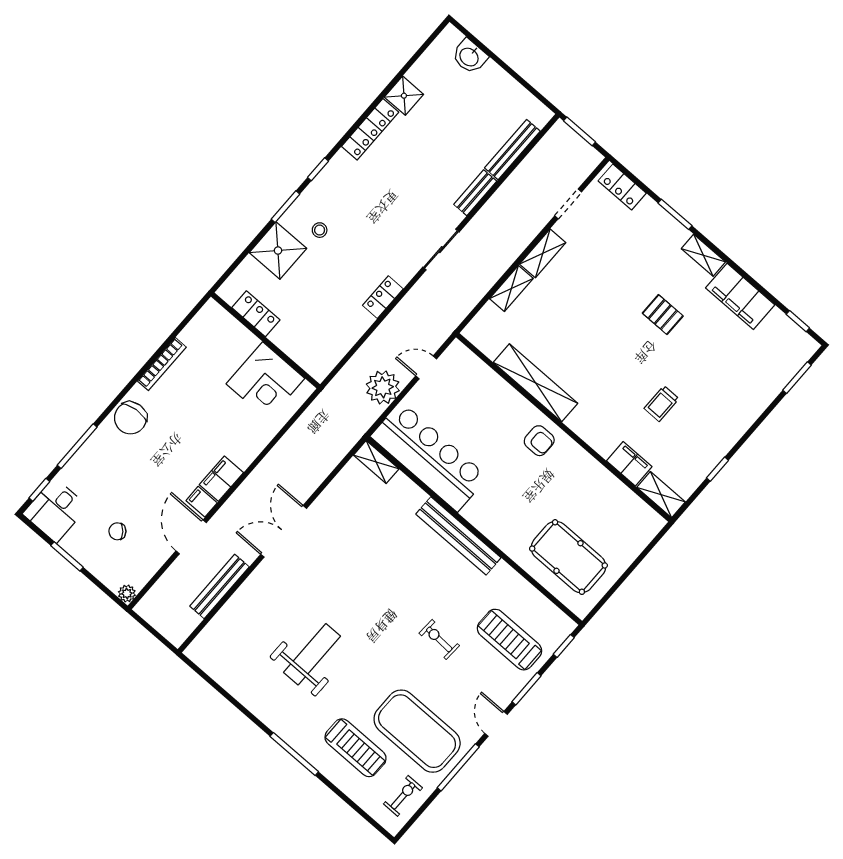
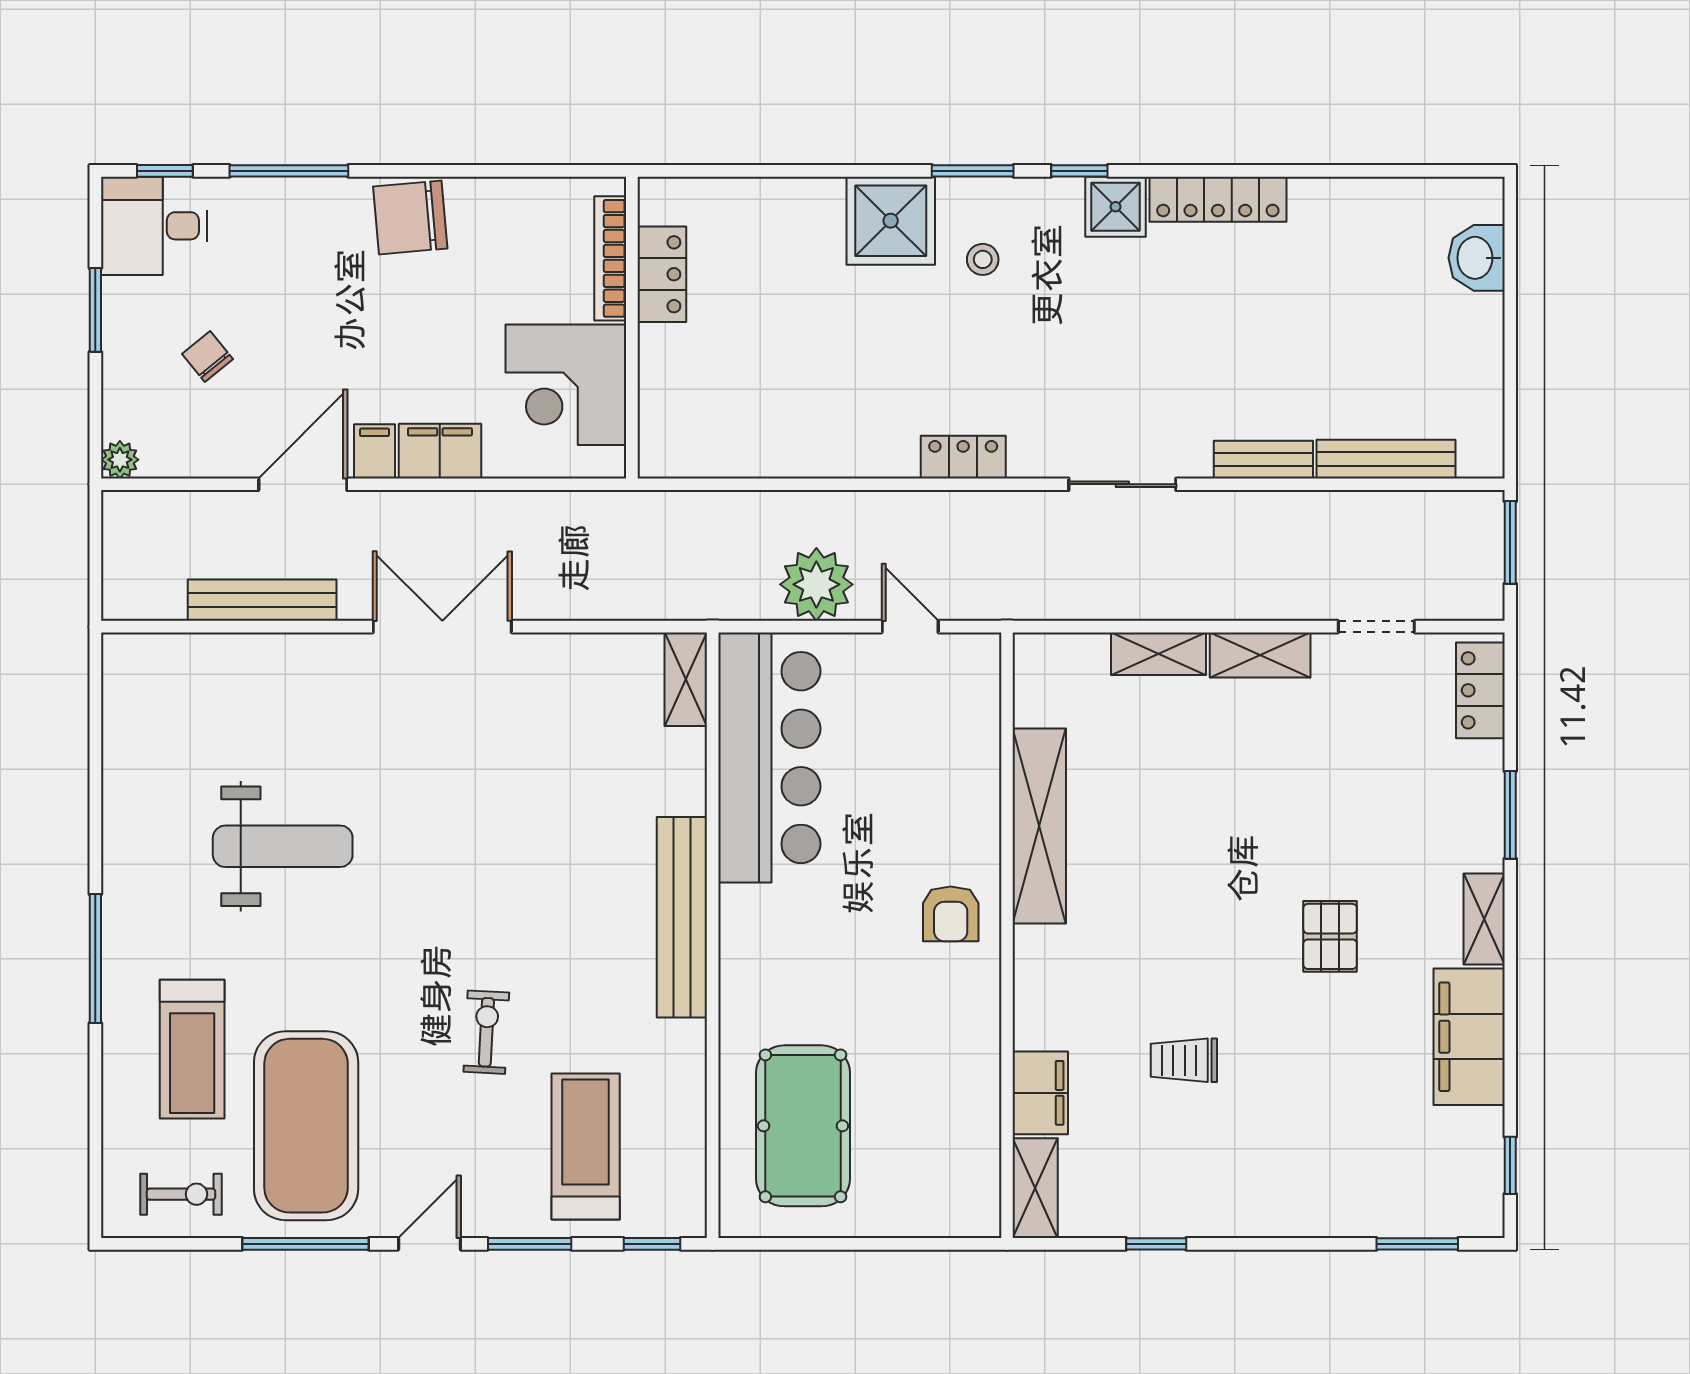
shower: (404, 96) -> (1116, 207), moved
locker: (256, 314) -> (662, 274), moved
wall: (265, 340) -> (632, 328), moved
bookcase: (162, 364) -> (610, 258), moved, turned 90
corner desk: (265, 381) -> (566, 385), moved

